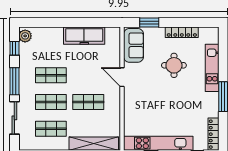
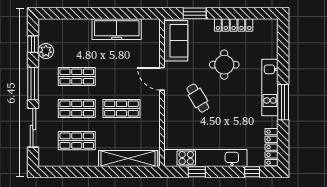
plant: (25, 36) -> (46, 51), moved
kitchen unit: (212, 68) -> (270, 87), moved
cafe table: (152, 93) -> (198, 98), added

